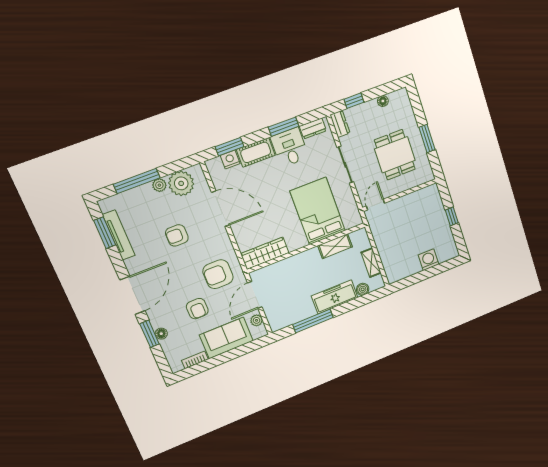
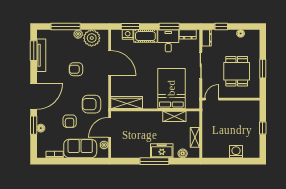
freezer: (335, 297) -> (162, 151), width x0.71
window: (313, 321) -> (154, 161), moved

